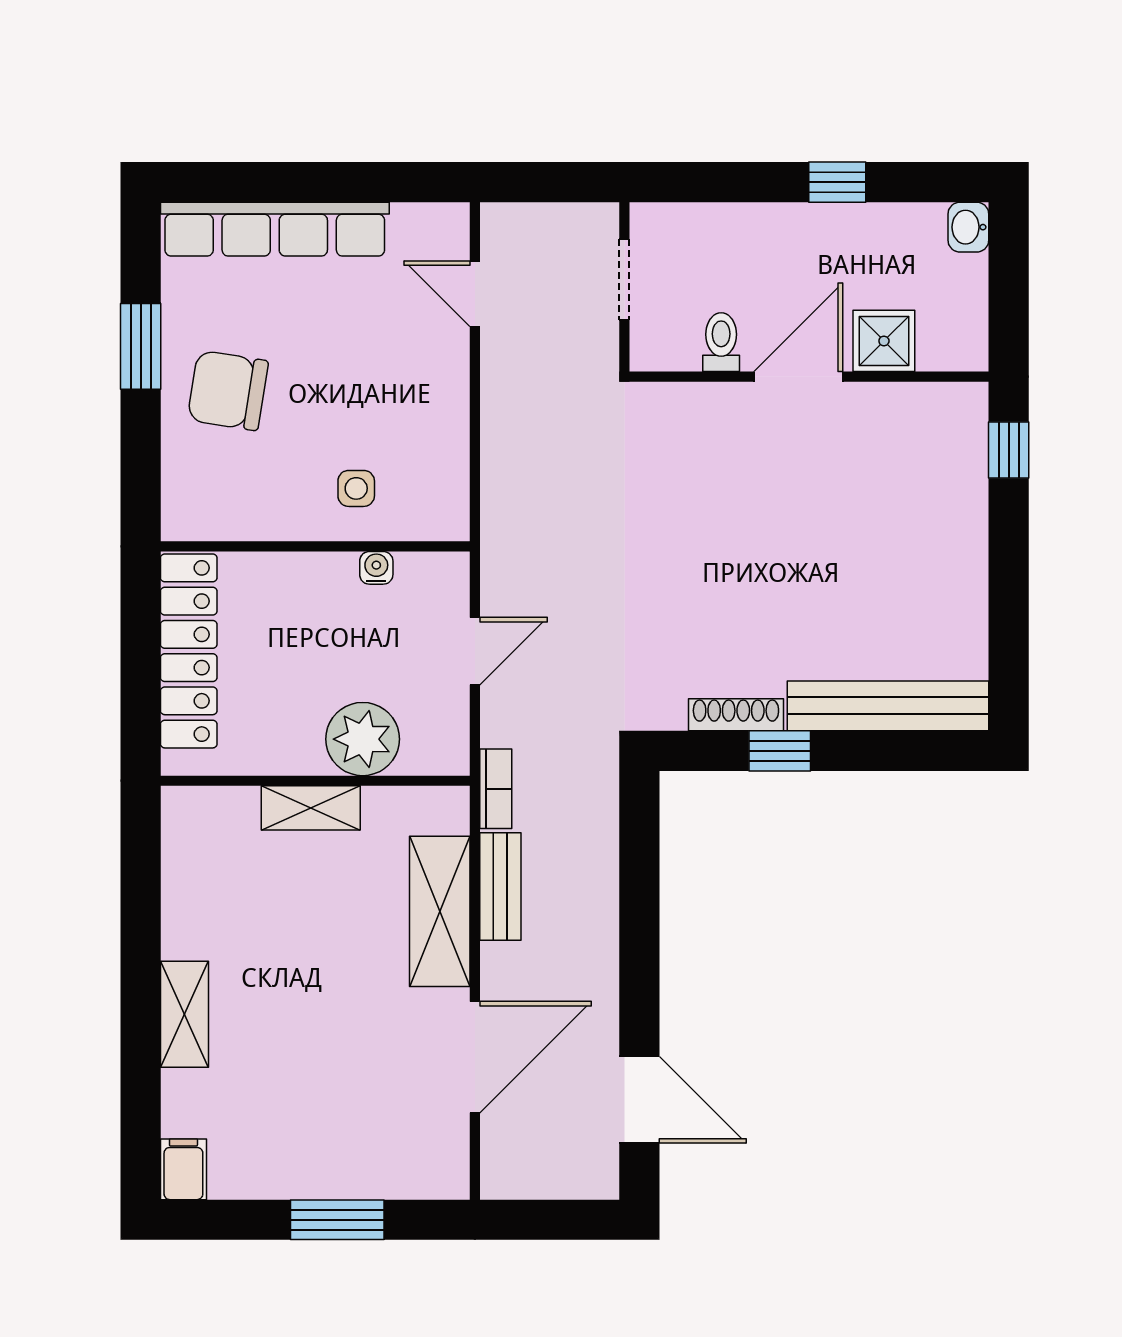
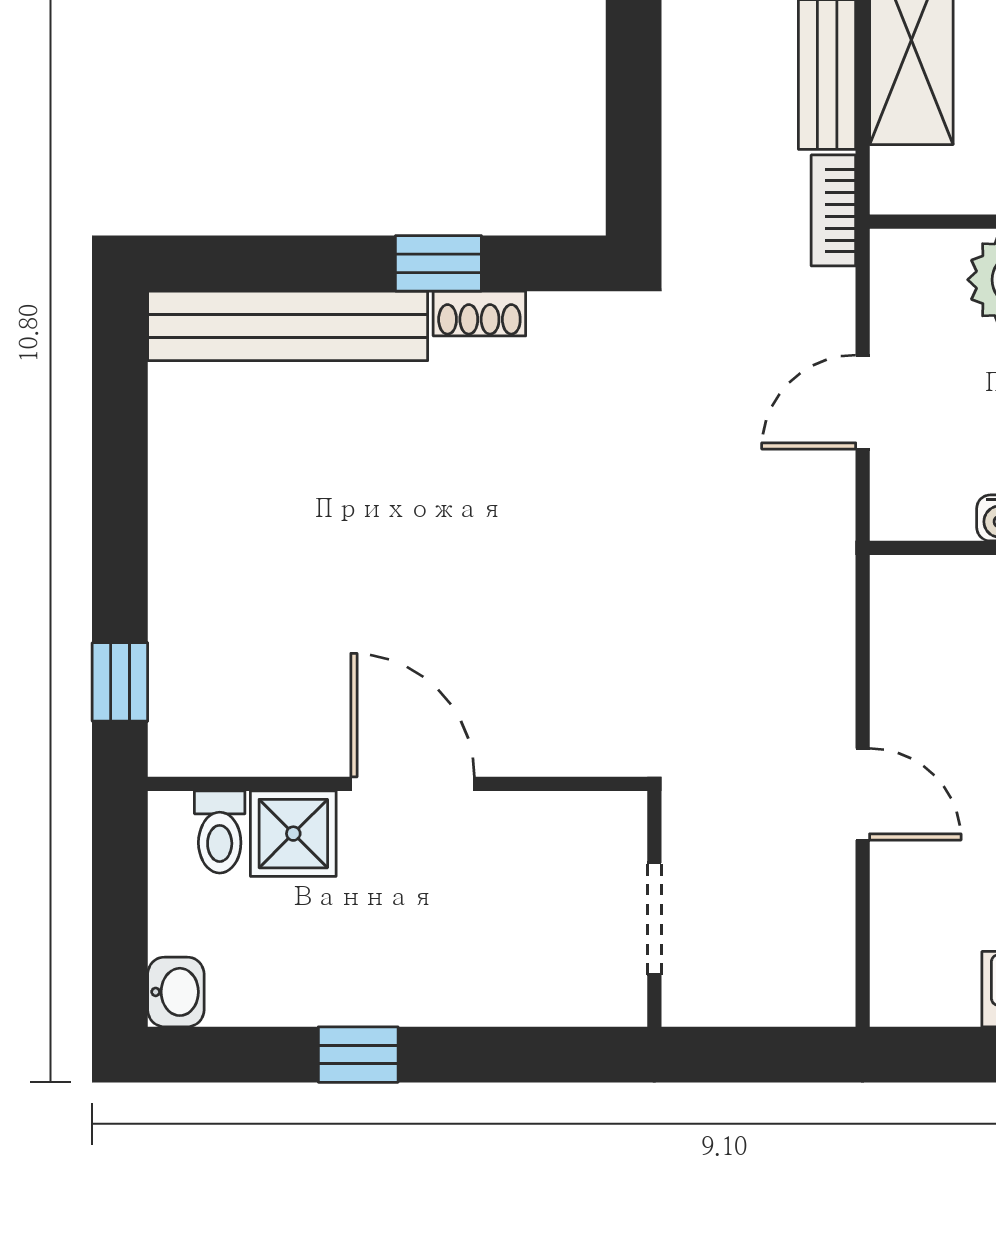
door: (475, 294) -> (863, 794), moved
toilet: (721, 342) -> (220, 832), moved
door: (798, 377) -> (413, 784), swing flipped
shoe rack: (736, 715) -> (479, 314), width x0.70

